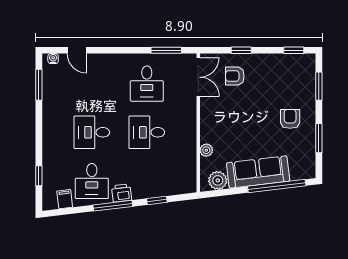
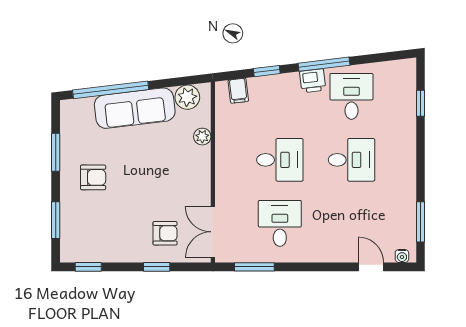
armchair: (290, 119) -> (93, 177), turned -90
filing cabinet: (65, 199) -> (238, 91), moved

